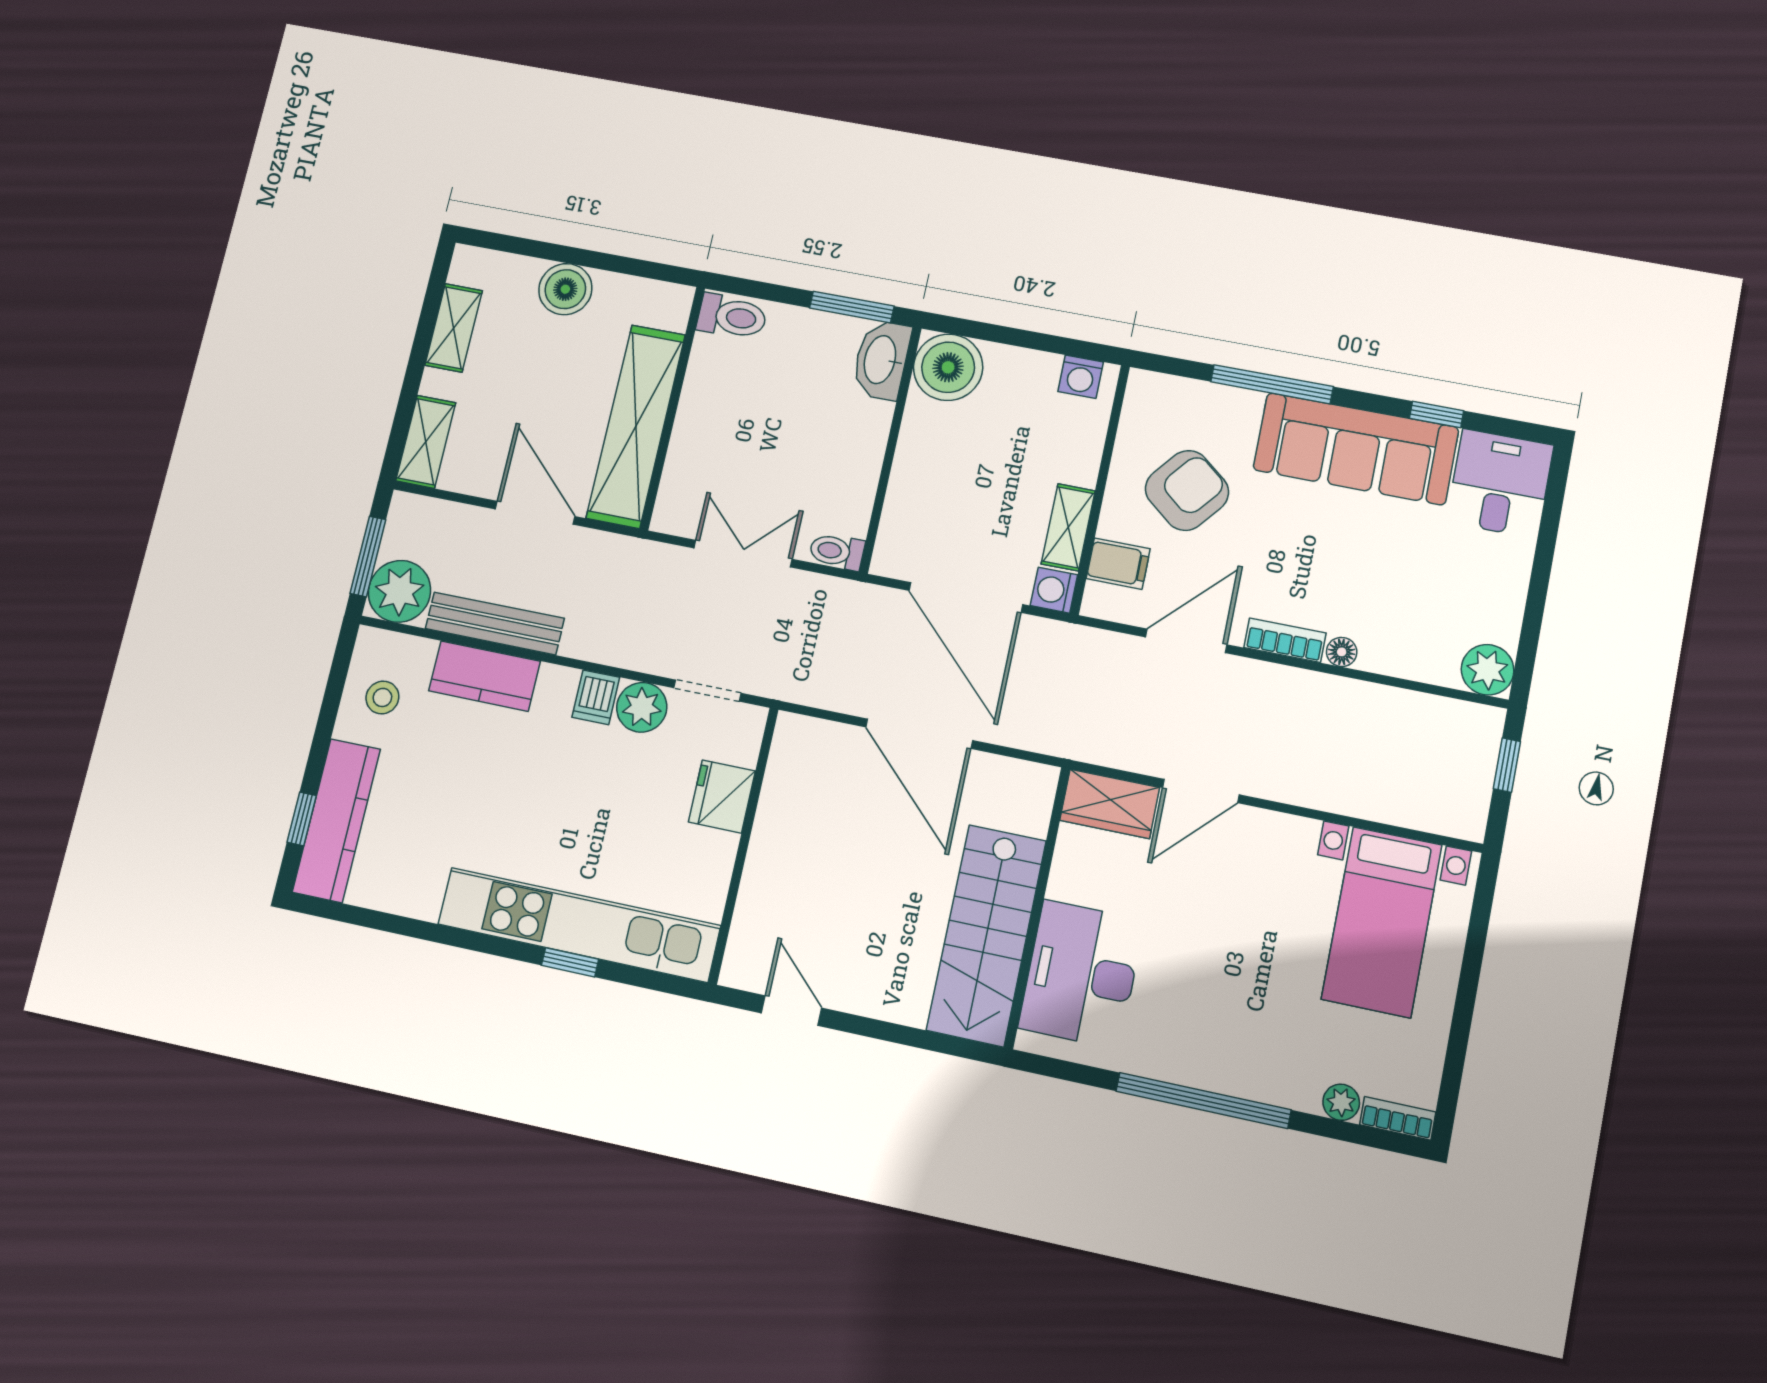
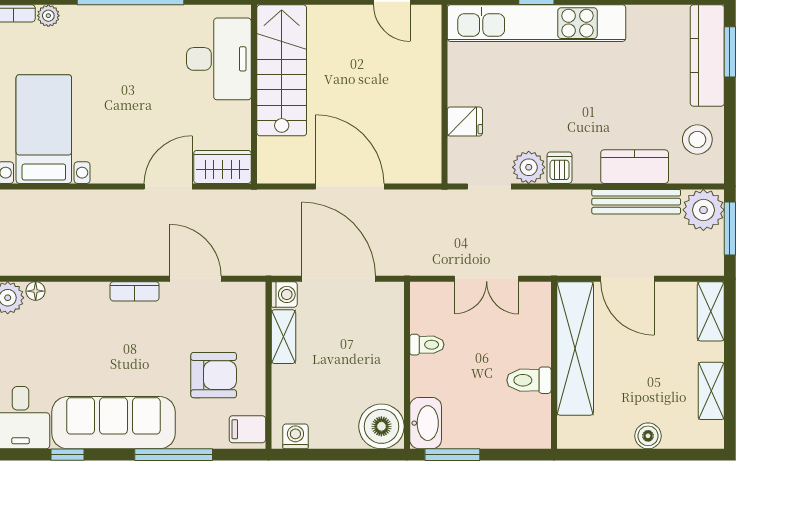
boiler: (565, 289) -> (648, 436), width x0.73, depth x0.73
toilet: (732, 317) -> (529, 380), moved
armchair: (1187, 490) -> (214, 375), turned -129
toilet: (837, 551) -> (427, 345), moved
filing cabinet: (1118, 564) -> (247, 429), moved
door: (1186, 641) -> (195, 279), swing flipped
floor lamp: (1342, 652) -> (36, 291), moved
stool: (382, 697) -> (697, 139), width x1.37, depth x1.37
fridge: (722, 797) -> (465, 122), width x0.72
window: (302, 819) -> (730, 52), width x1.50

